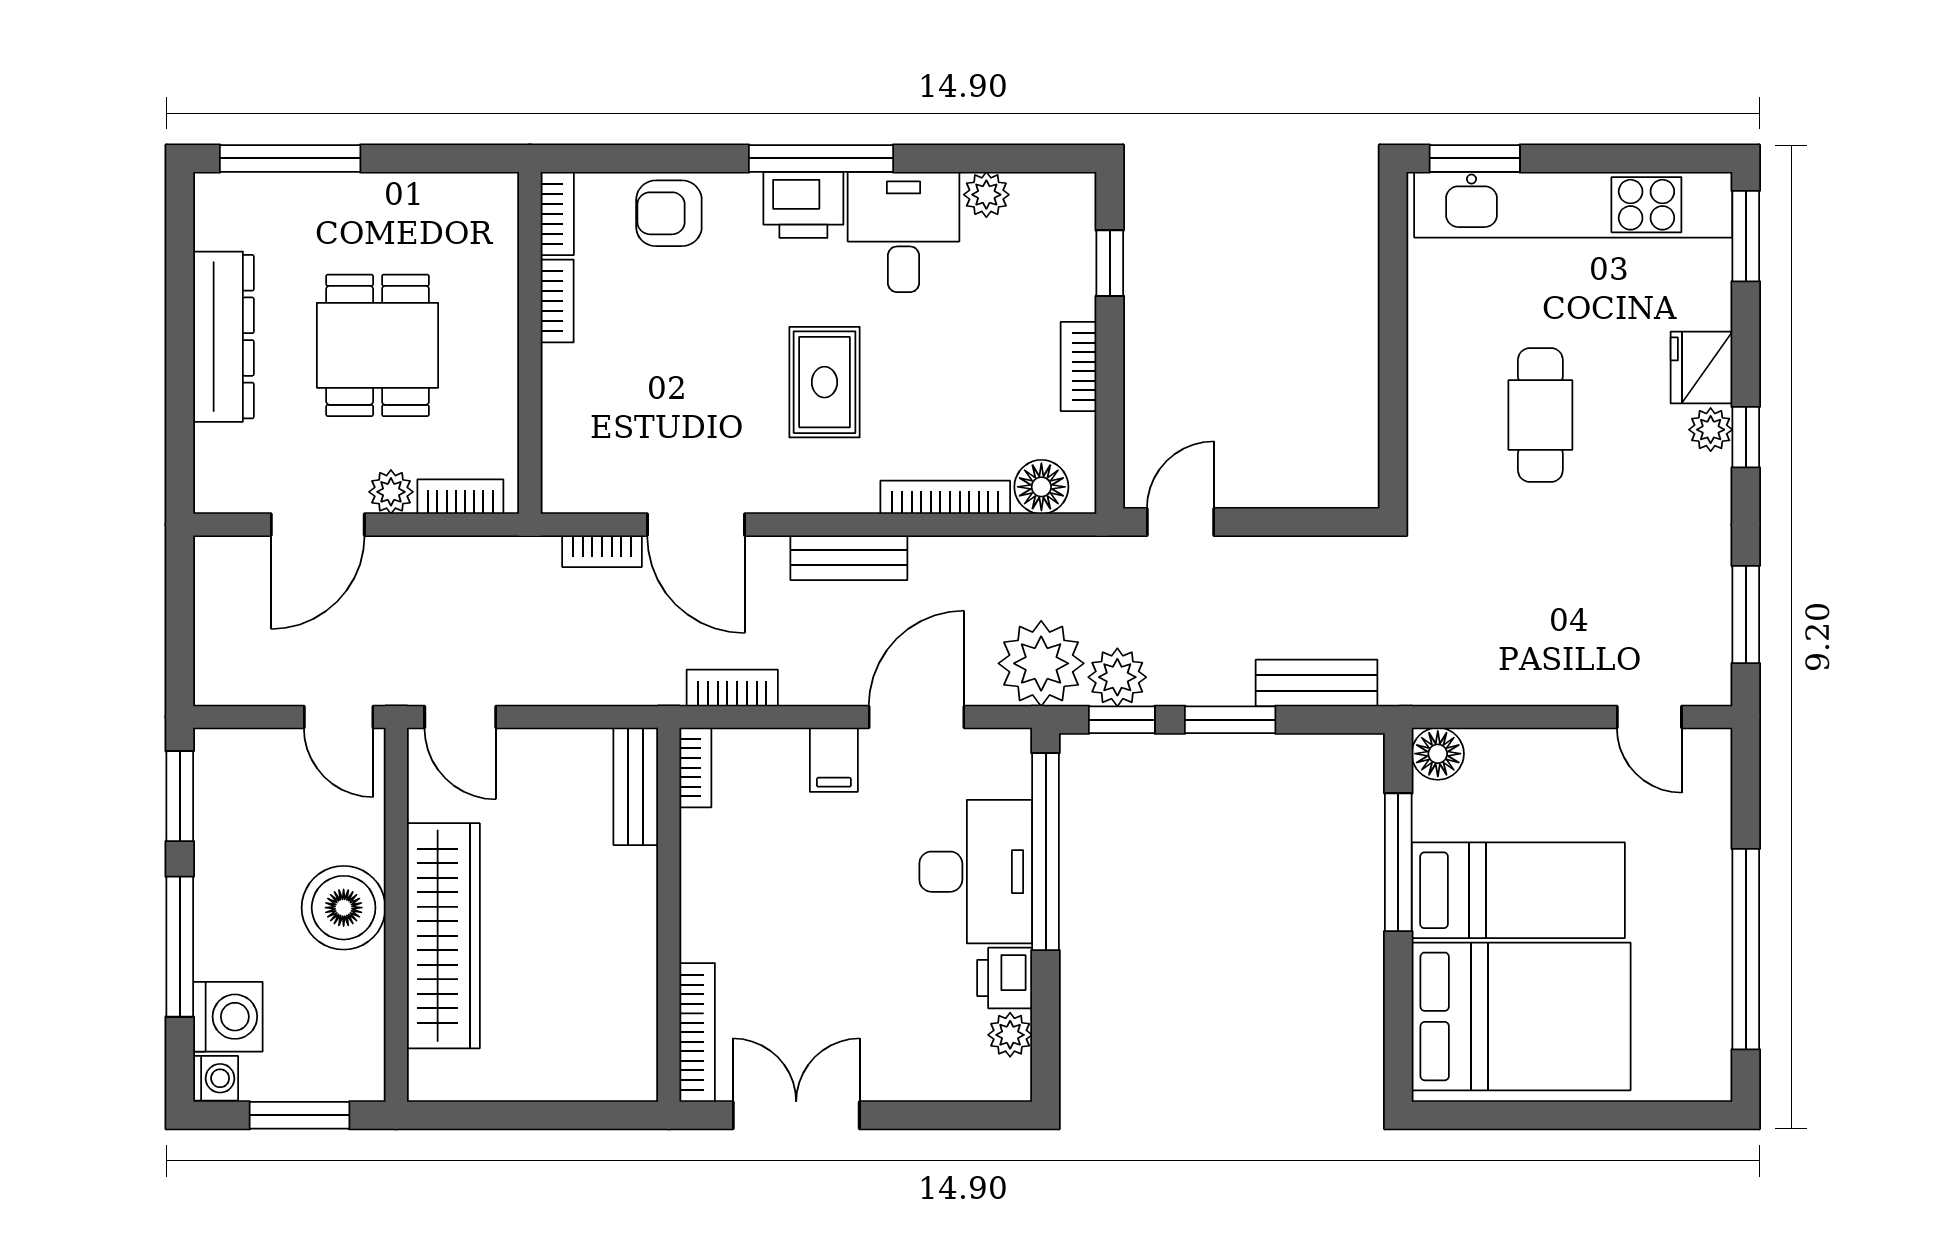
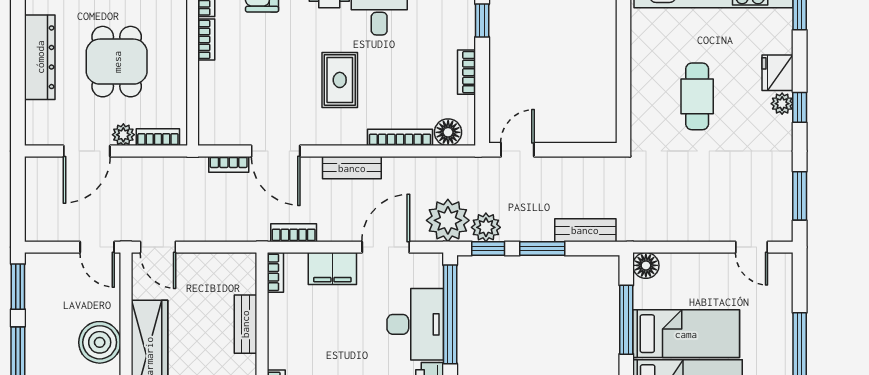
filing cabinet: (834, 760) -> (332, 268), width x2.00
bench: (636, 786) -> (245, 324), moved

